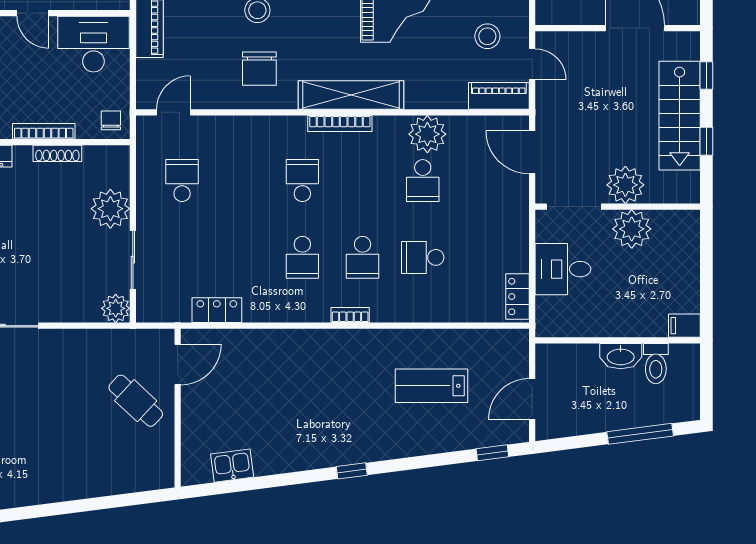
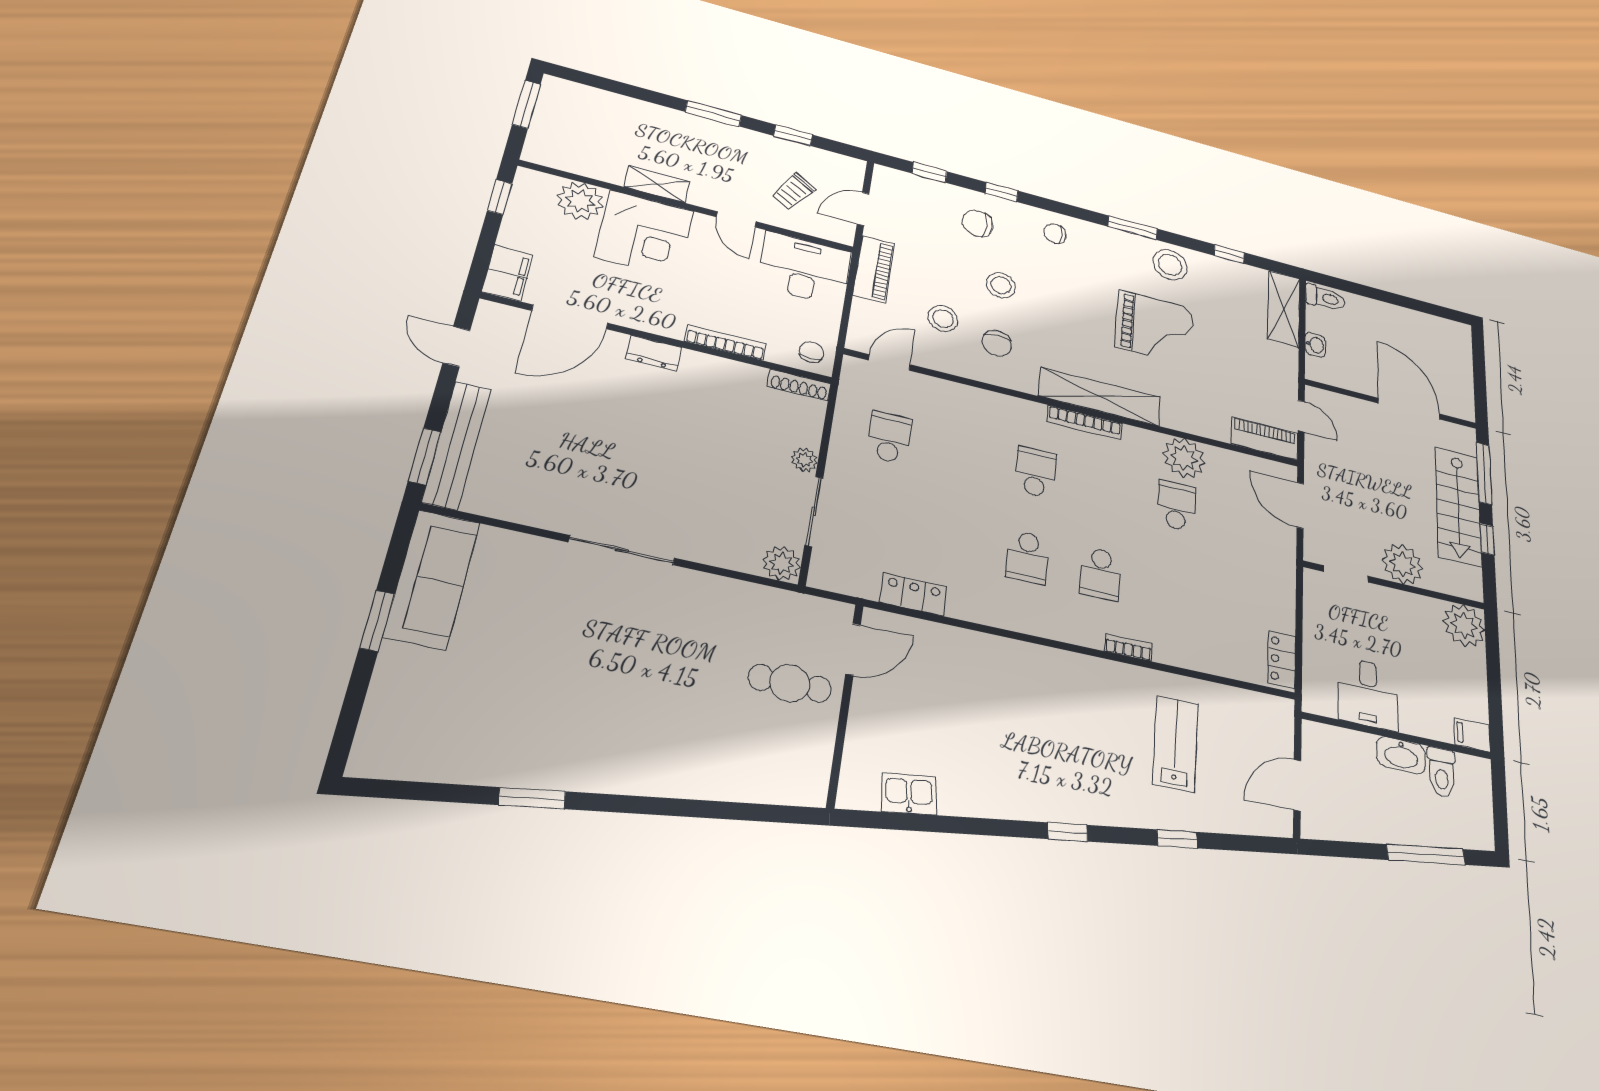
stool: (487, 36) -> (943, 319), moved
chair: (259, 69) -> (997, 343), width x0.73, depth x0.73
window: (706, 76) -> (1484, 473), width x2.17
shoe rack: (57, 153) -> (799, 385), moved
school desk: (423, 181) -> (1176, 506), turned 180
doorway: (574, 207) -> (1346, 574), width x0.73
plant: (110, 209) -> (804, 460), width x0.53, depth x0.53
plant: (632, 229) -> (1464, 625), moved
school desk: (423, 257) -> (1172, 590), removed
desk: (563, 269) -> (1368, 694), moved, turned -90
bookcase: (350, 315) -> (1128, 647), moved
lab bench: (432, 386) -> (1175, 744), turned 90
cafe table: (136, 401) -> (790, 683), turned -43
window: (492, 453) -> (1177, 839), moved

